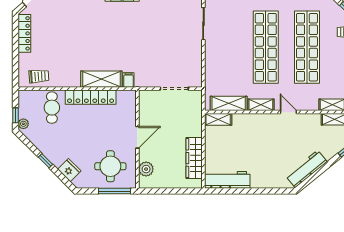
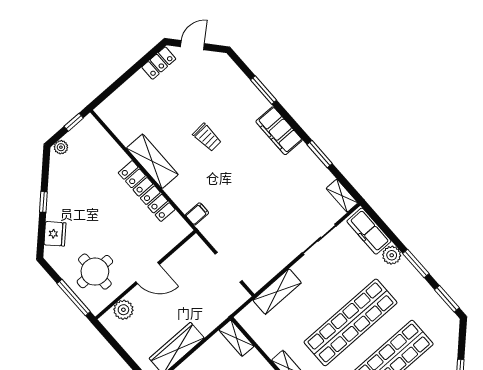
locker: (24, 33) -> (159, 63), width x0.66
trolley: (39, 76) -> (207, 137), moved
shelving: (101, 79) -> (152, 161), moved
shelving: (229, 103) -> (277, 292), moved, turned 90
cafe table: (52, 108) -> (102, 161), removed
window: (16, 115) -> (74, 122), moved

